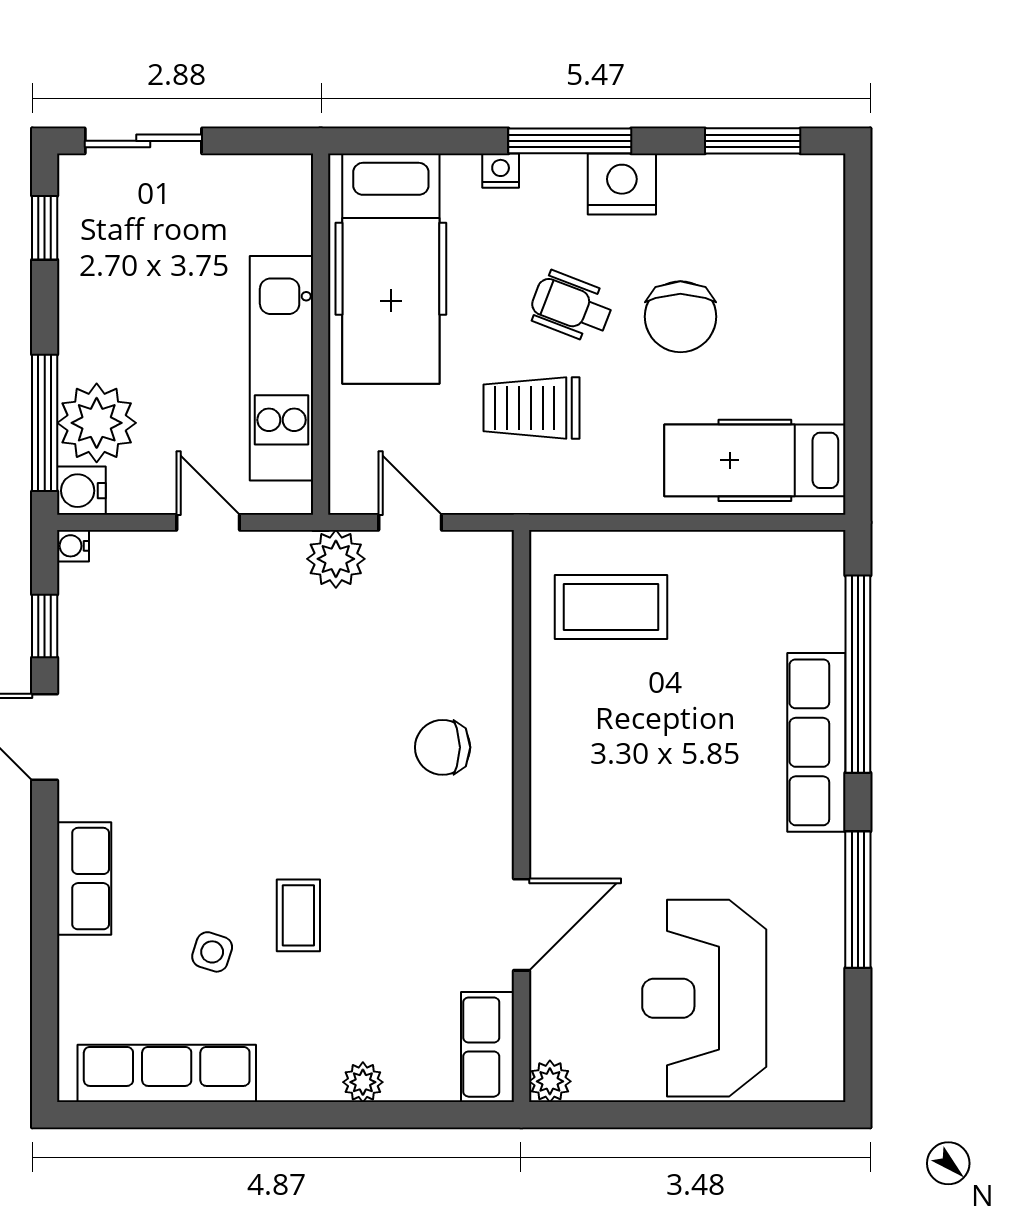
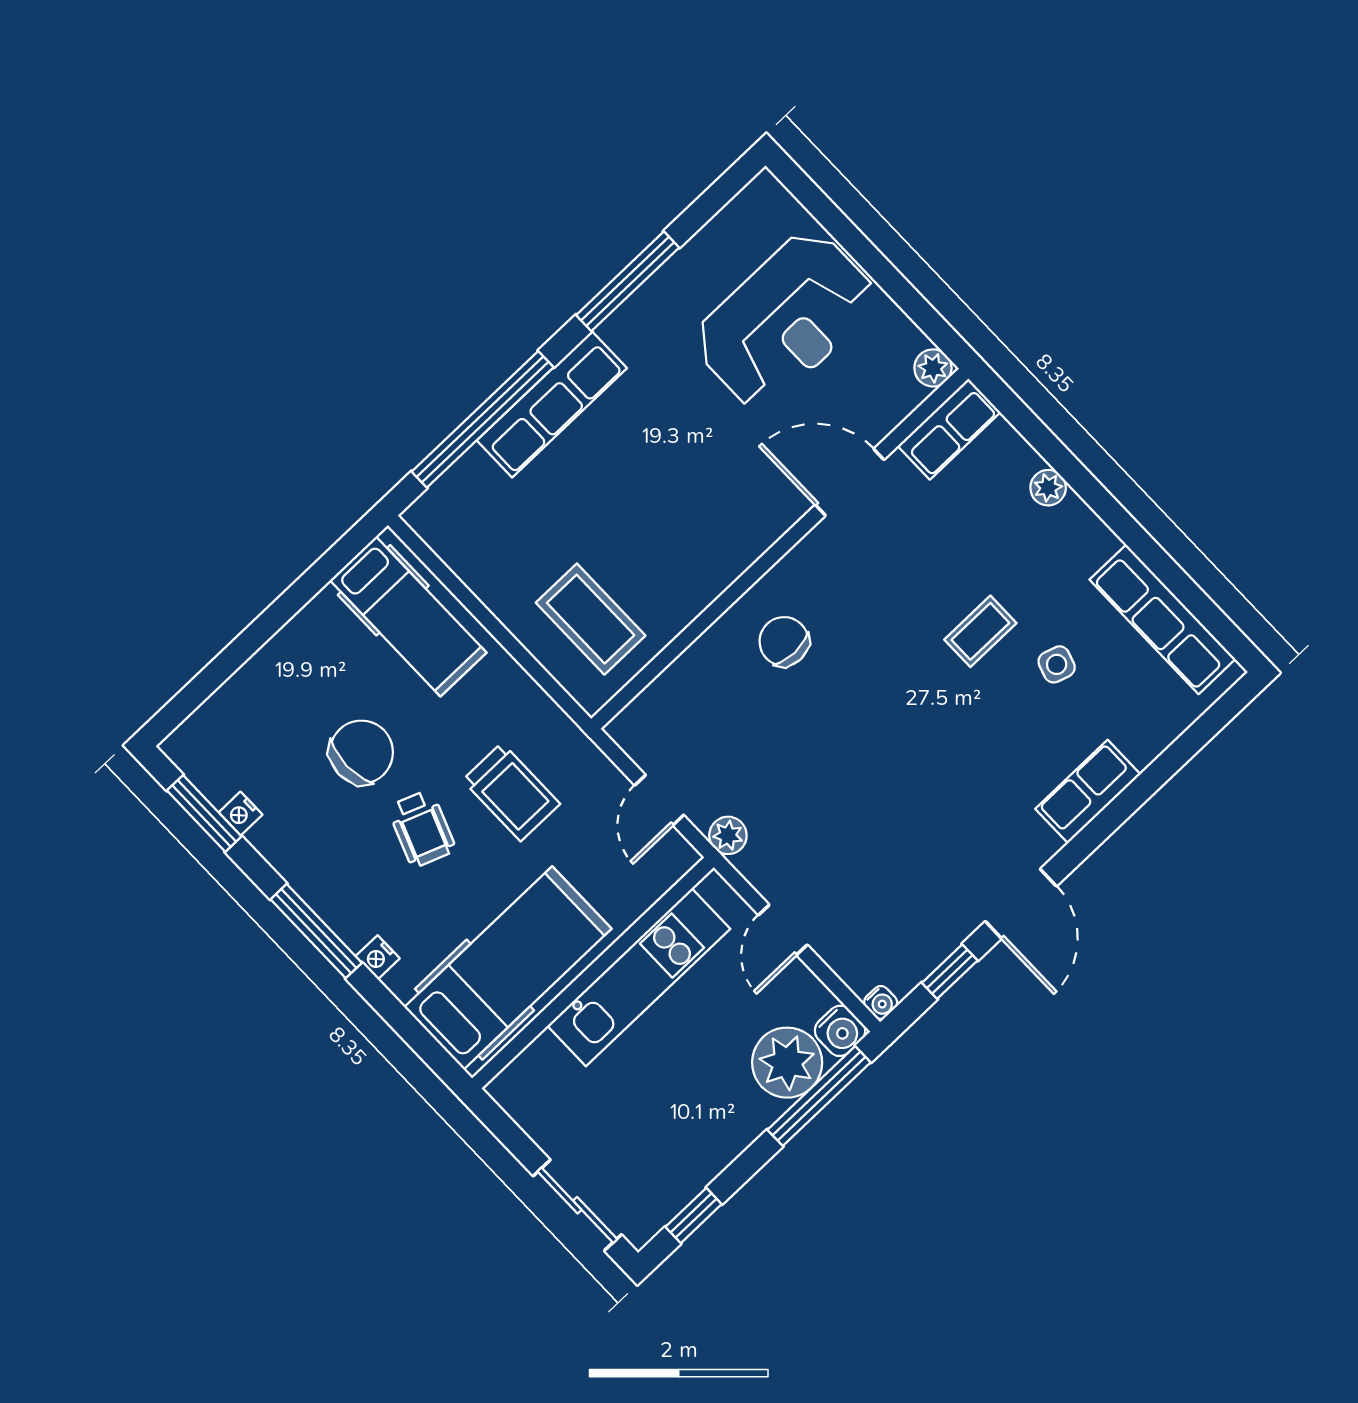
nightstand: (622, 184) -> (241, 814), moved, width x0.53, depth x0.56
plant: (336, 559) -> (728, 835), width x0.73, depth x0.73
chair: (443, 747) -> (784, 641), turned 180

